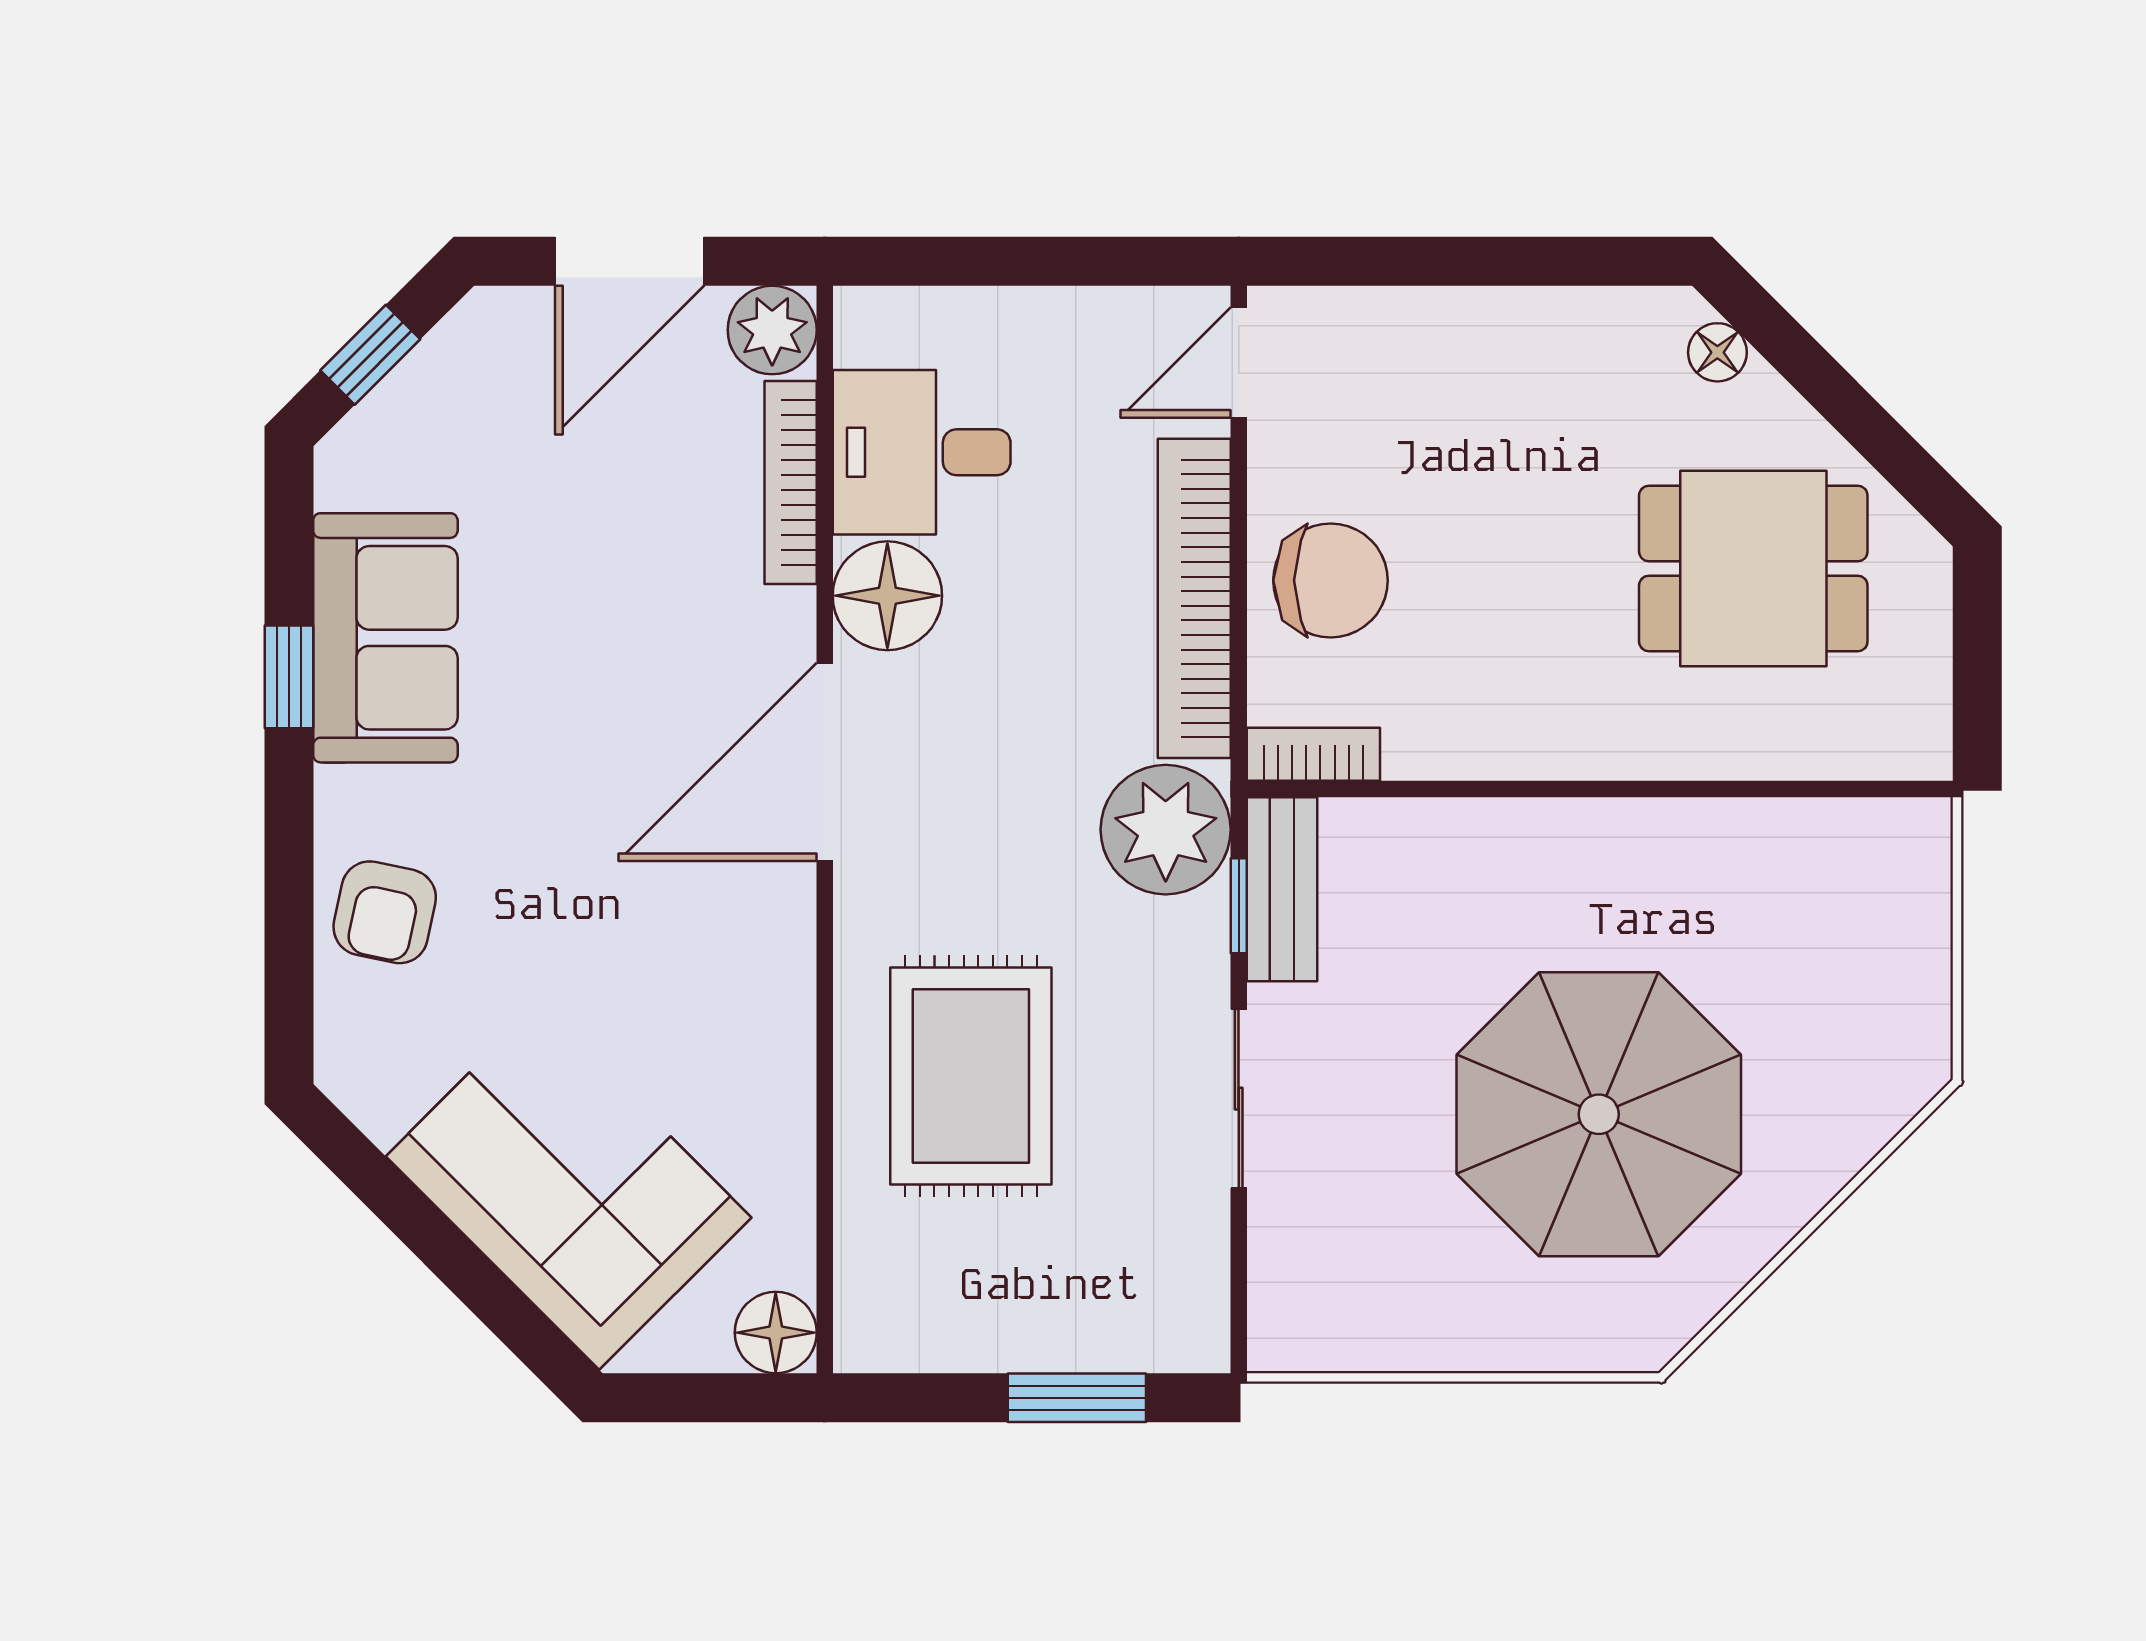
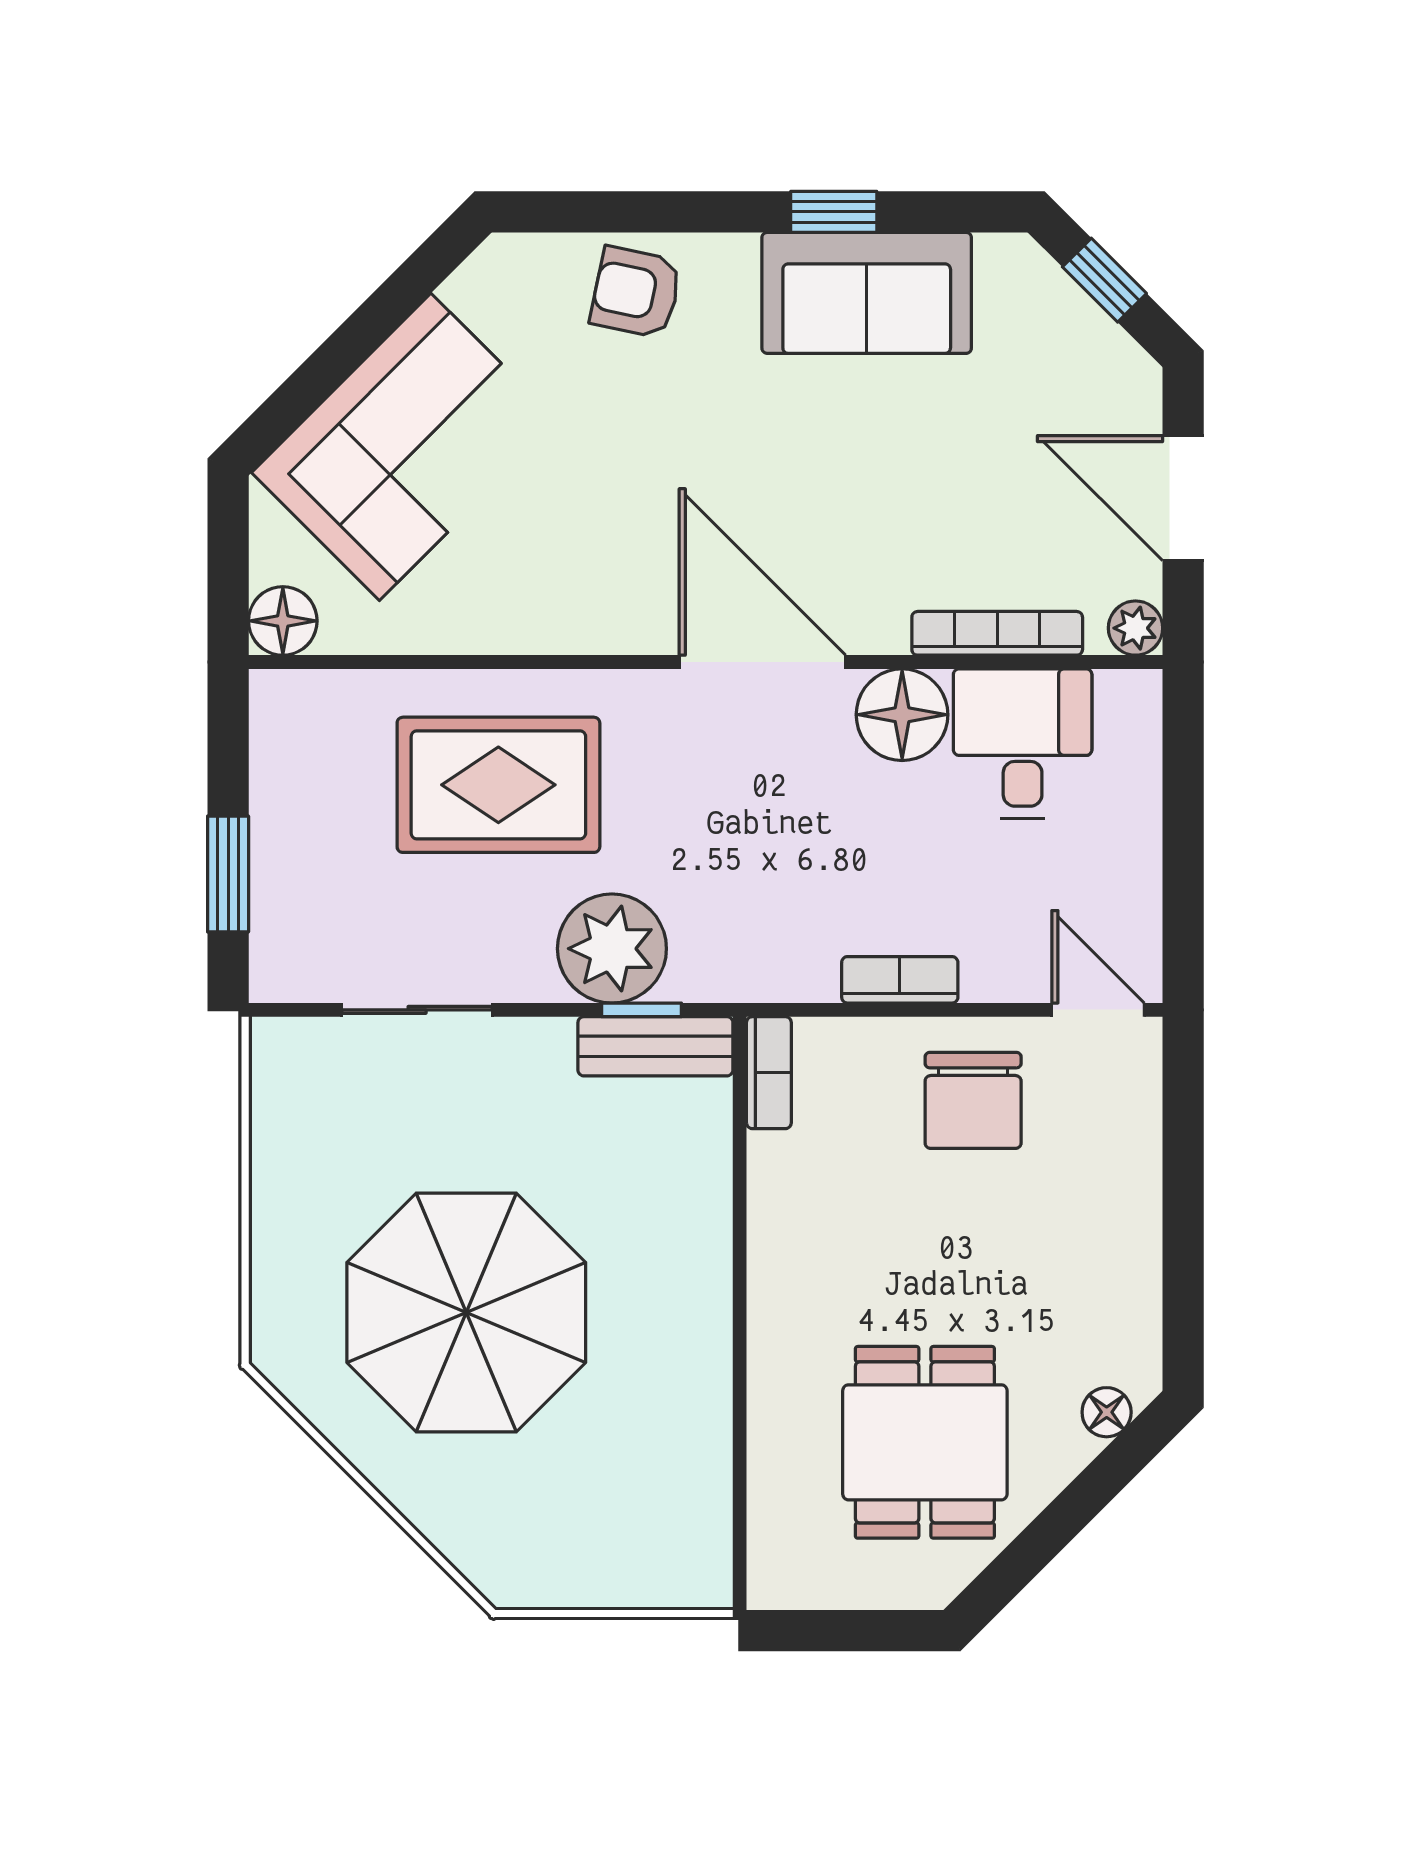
plant: (772, 330) -> (1135, 628), width x0.73, depth x0.73
chair: (1331, 580) -> (973, 1100), moved
bookcase: (1194, 598) -> (900, 980), width x0.43, depth x0.76
plant: (1166, 830) -> (612, 949), moved
sliding door: (1239, 1099) -> (417, 1010), moved

